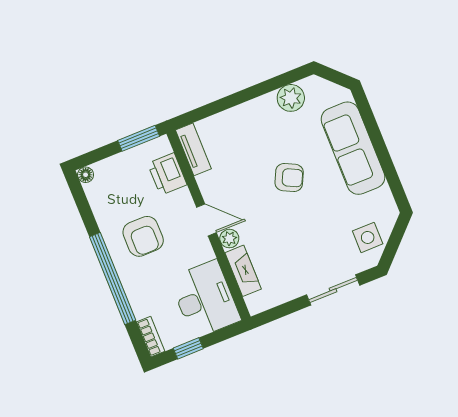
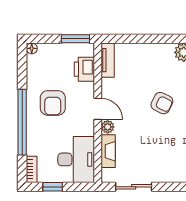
sliding door: (333, 290) -> (134, 187), moved

